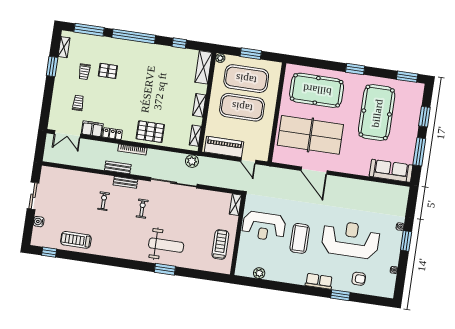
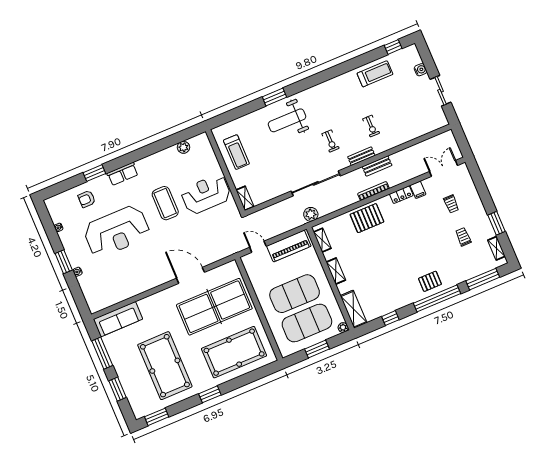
pallet: (108, 71) -> (430, 281), moved
filing cabinet: (92, 129) -> (418, 190), width x0.50

